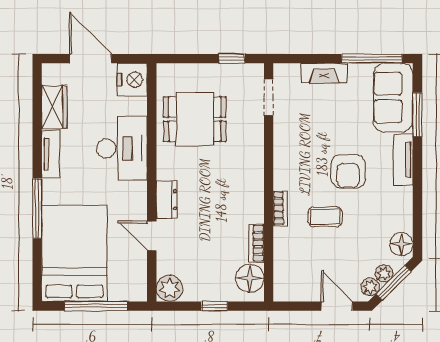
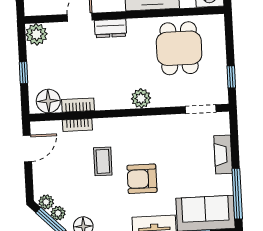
plant: (252, 168) -> (141, 98), added
bookcase: (280, 208) -> (77, 125), moved
door: (337, 306) -> (27, 149), moved

